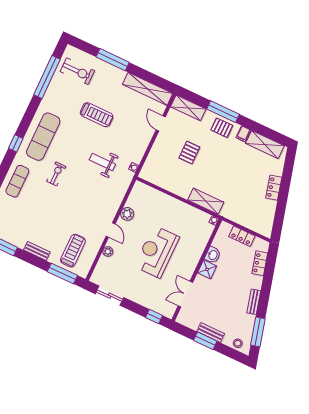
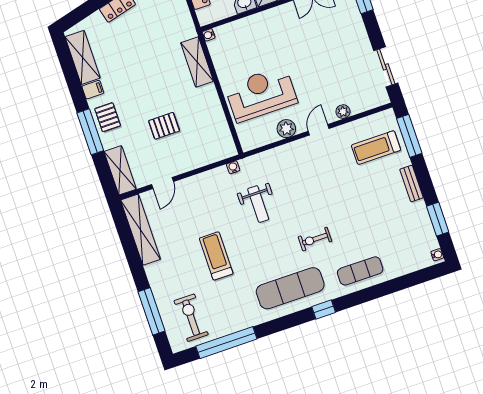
window: (113, 60) -> (151, 311), moved
reception desk: (157, 252) -> (261, 94), moved, turned 180

